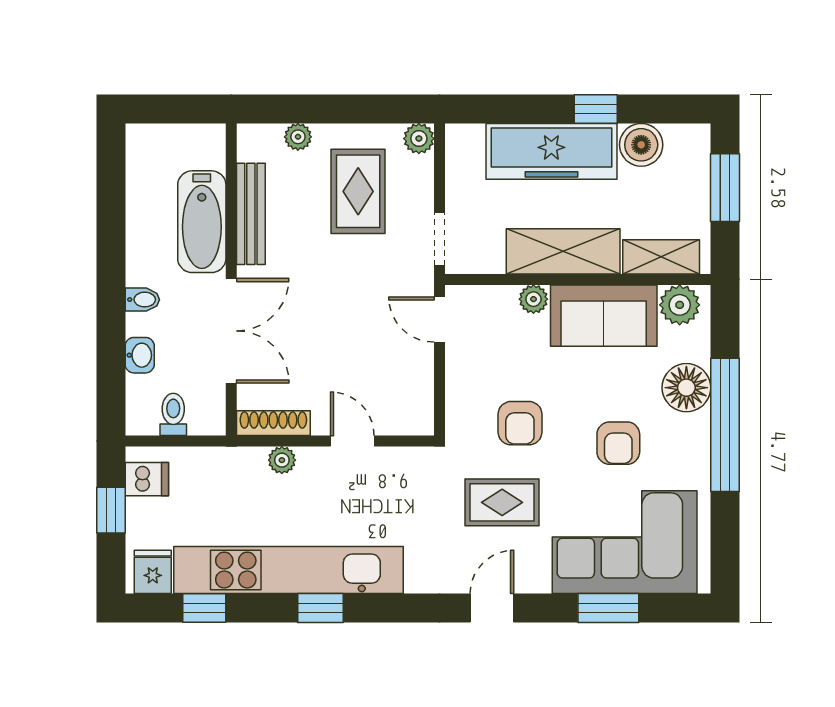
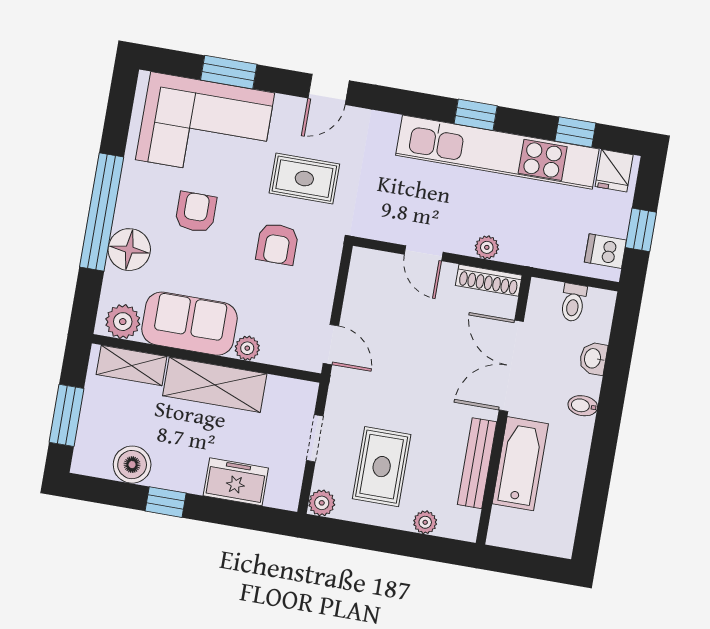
freezer: (551, 151) -> (236, 482), width x0.52, depth x0.79
doorway: (439, 239) -> (315, 438), moved
armchair: (520, 423) -> (277, 244), turned 180

